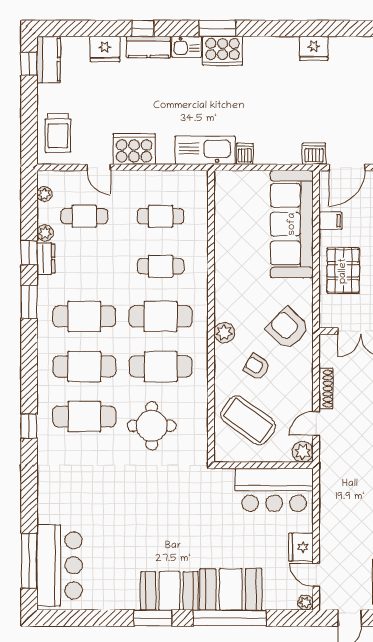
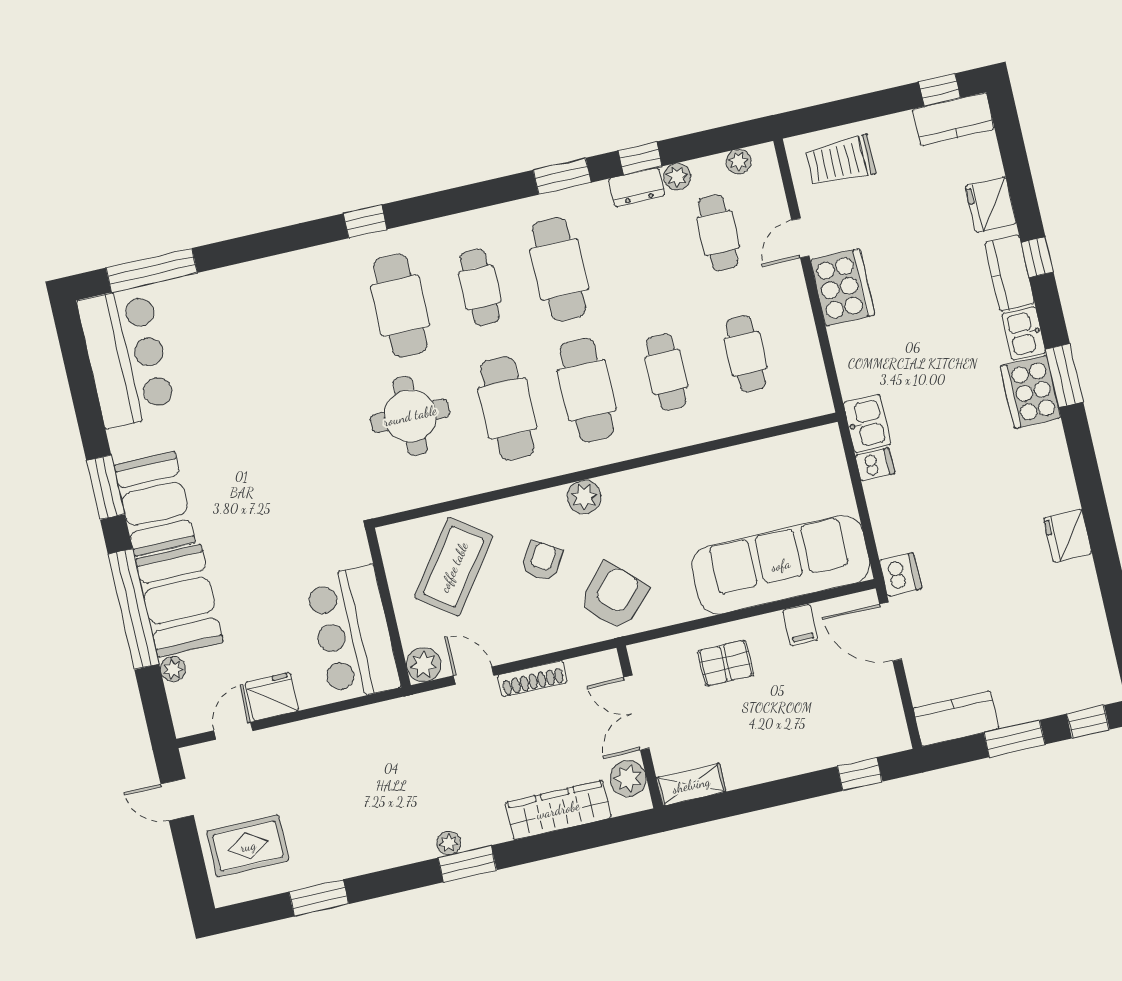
kitchen sink: (205, 150) -> (867, 423), width x0.53, depth x0.81
pallet: (343, 271) -> (725, 663), width x0.67, depth x0.71
cafe table: (84, 366) -> (480, 287), width x0.73, depth x0.74
bar counter: (59, 565) -> (127, 357), moved, turned -90
plant: (305, 603) -> (173, 669), moved

